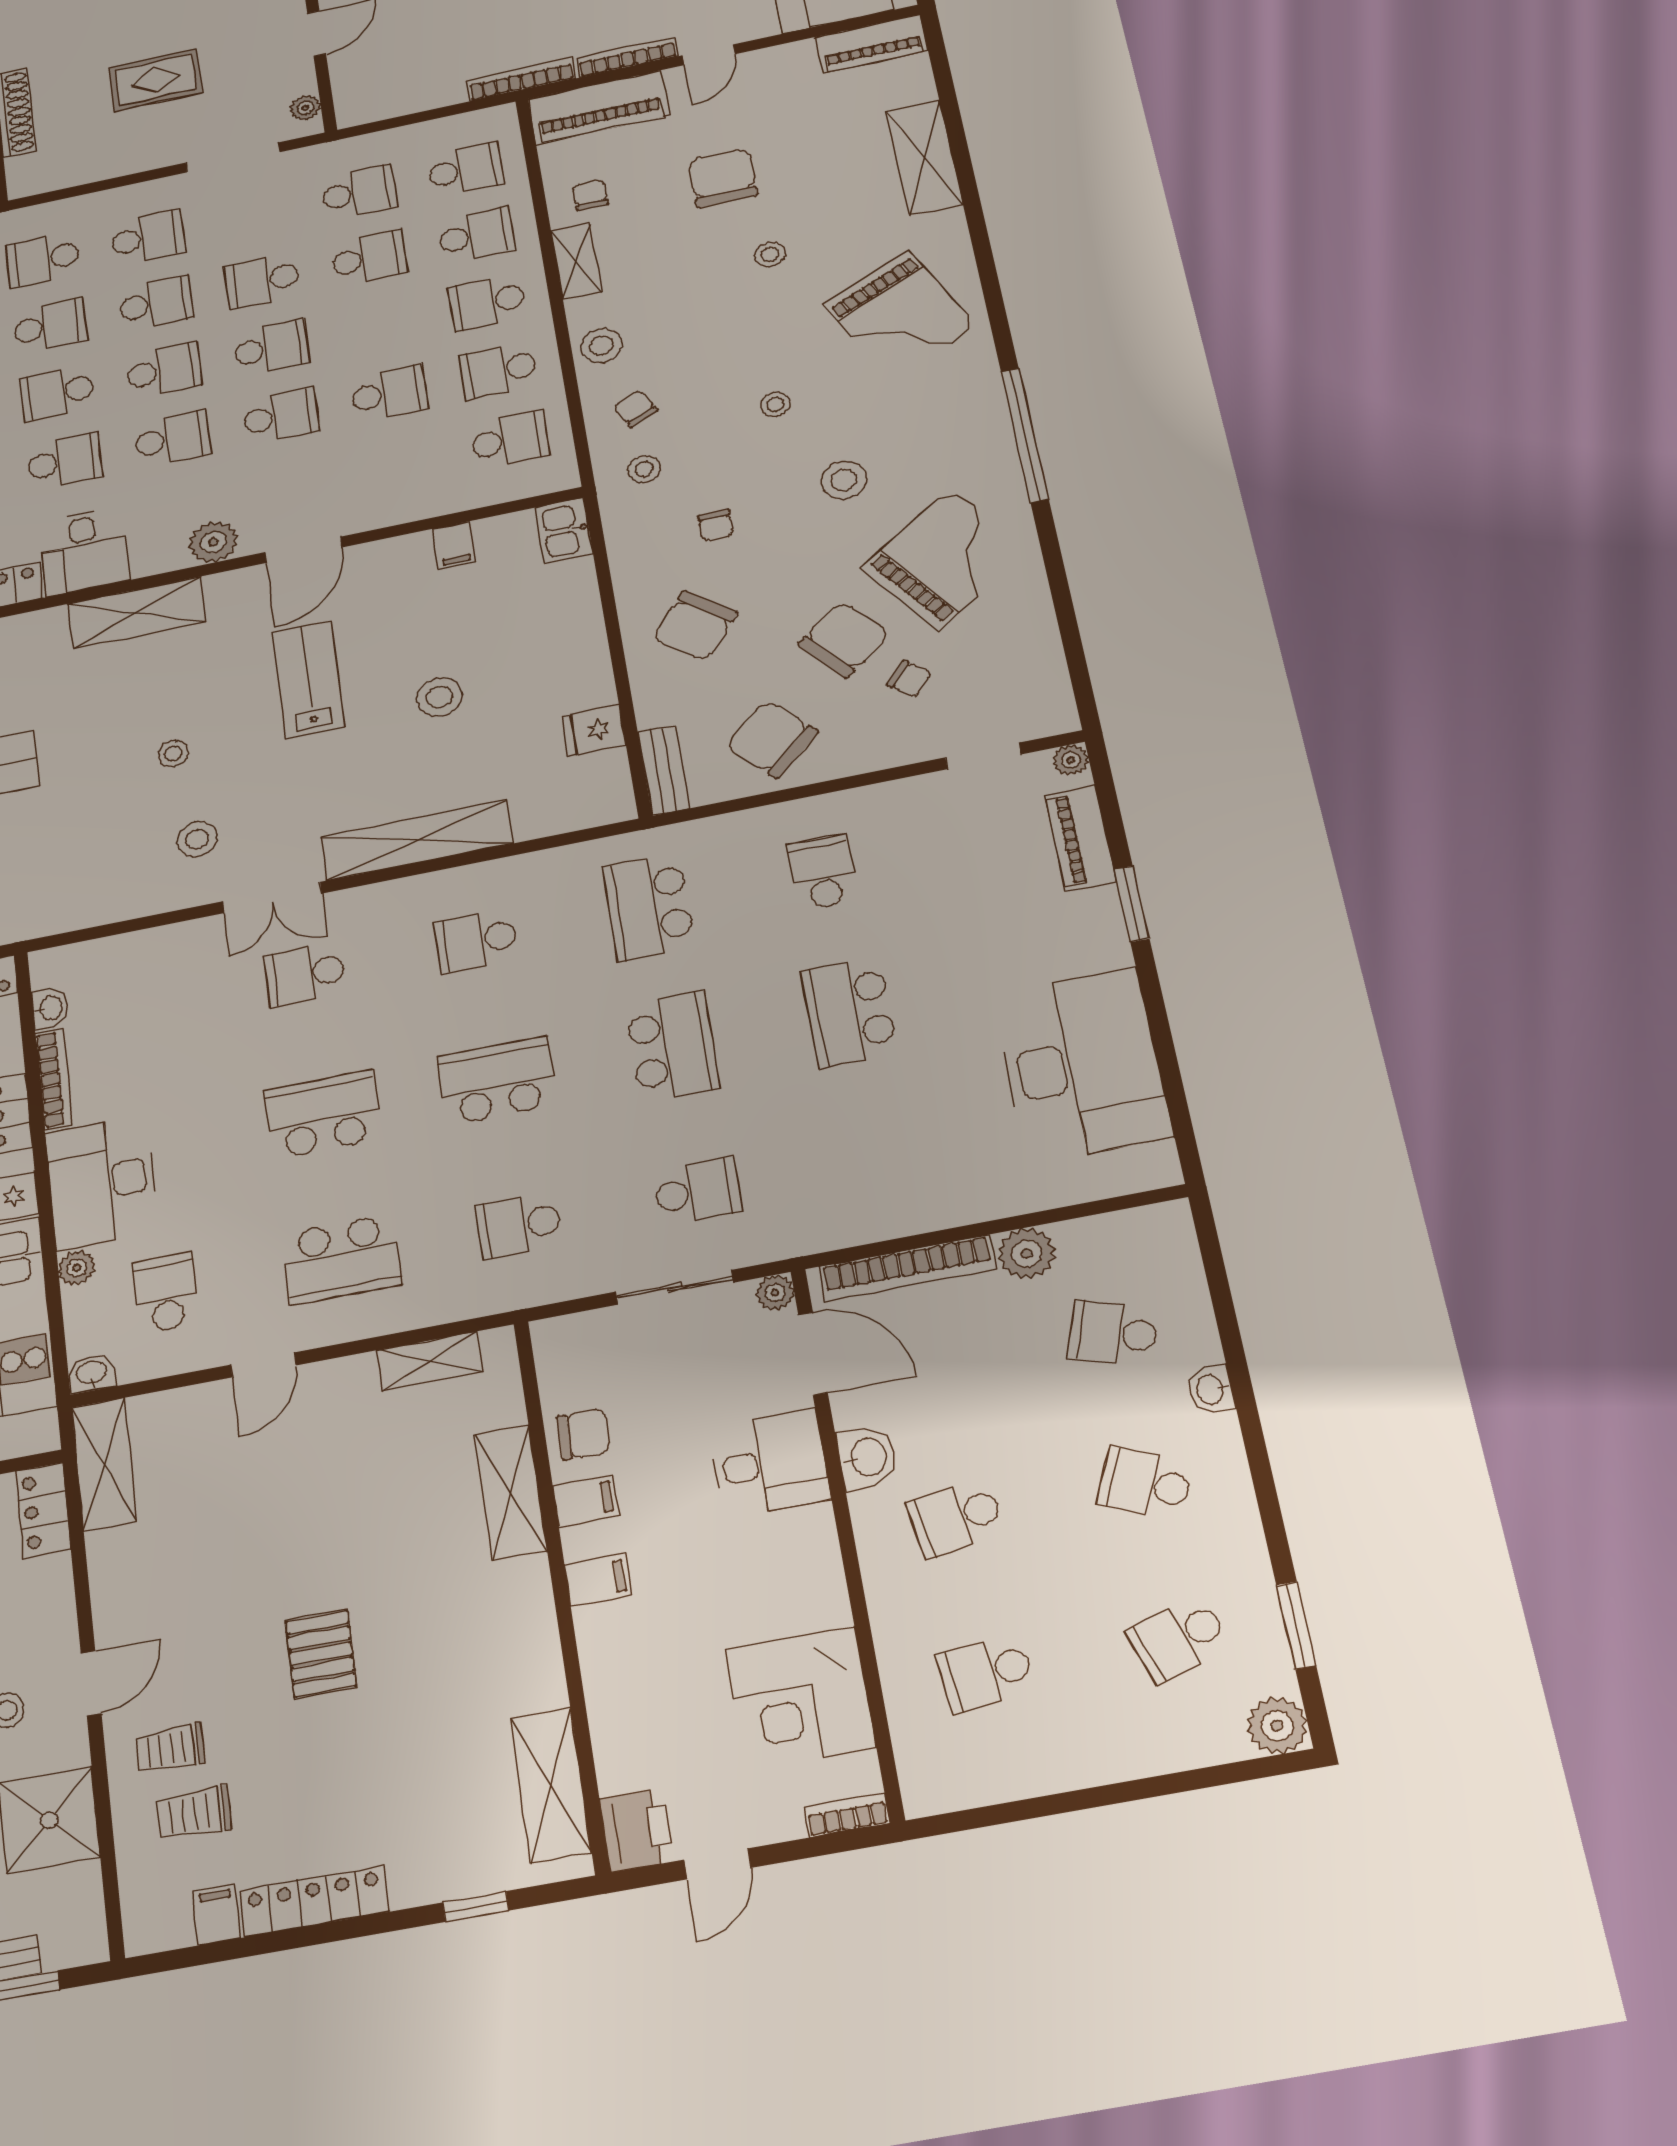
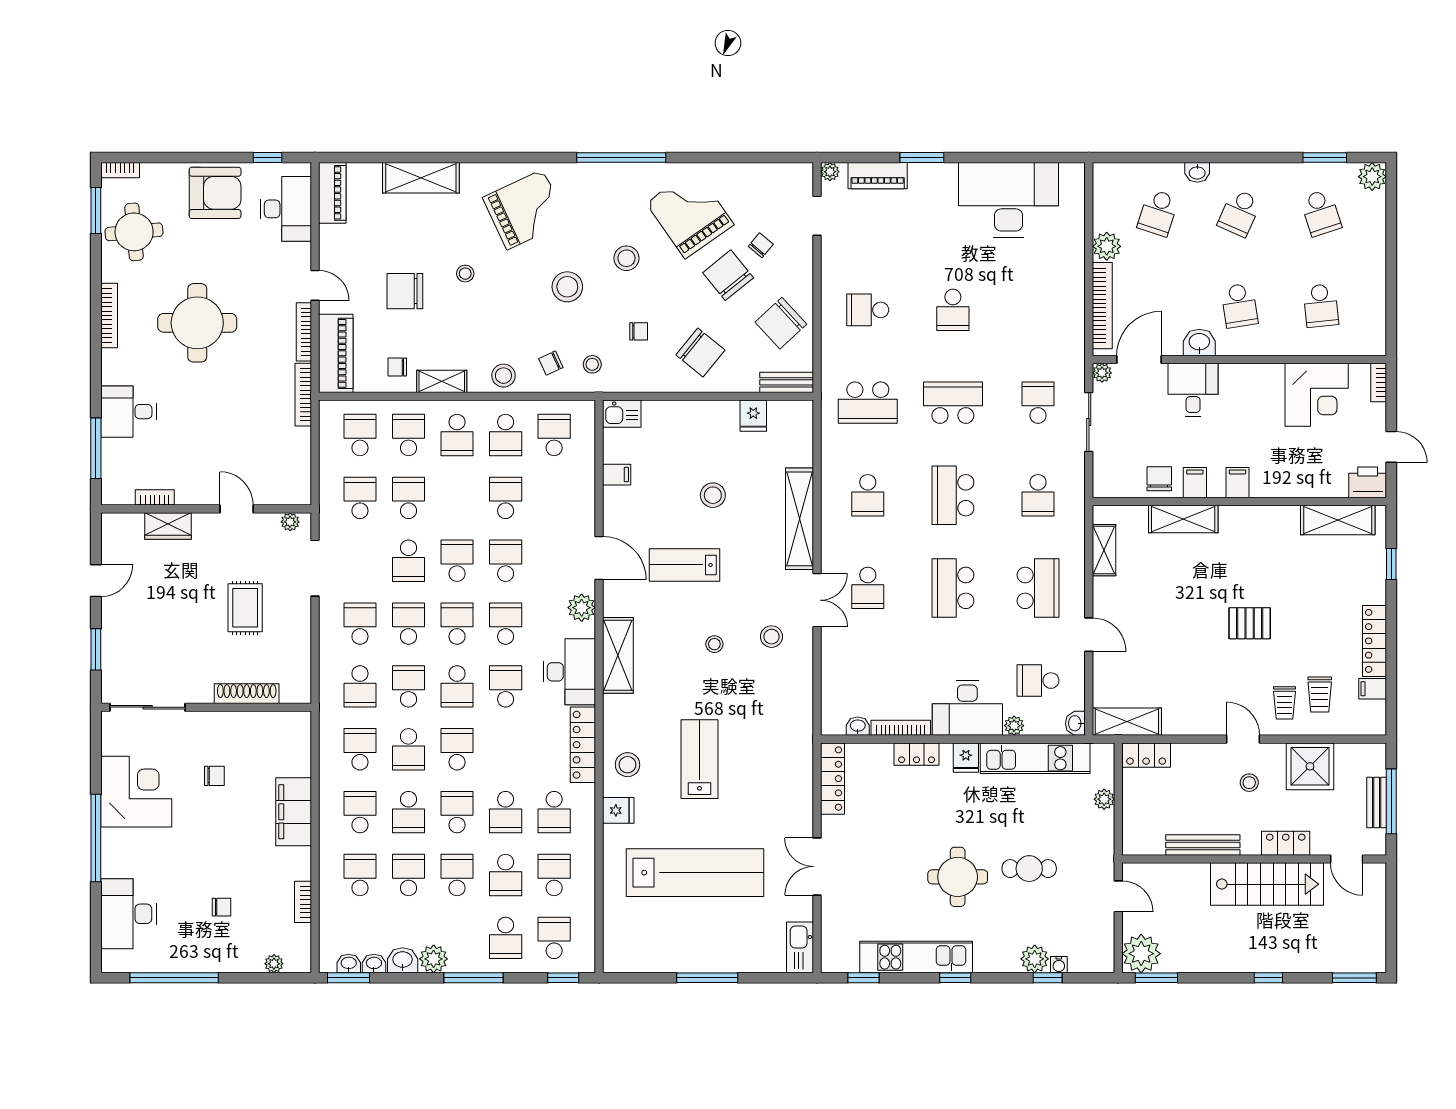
stool: (775, 404) -> (567, 287), width x1.89, depth x1.89
desk: (84, 551) -> (569, 672), width x1.37
school desk: (849, 1012) -> (953, 310), width x0.54

